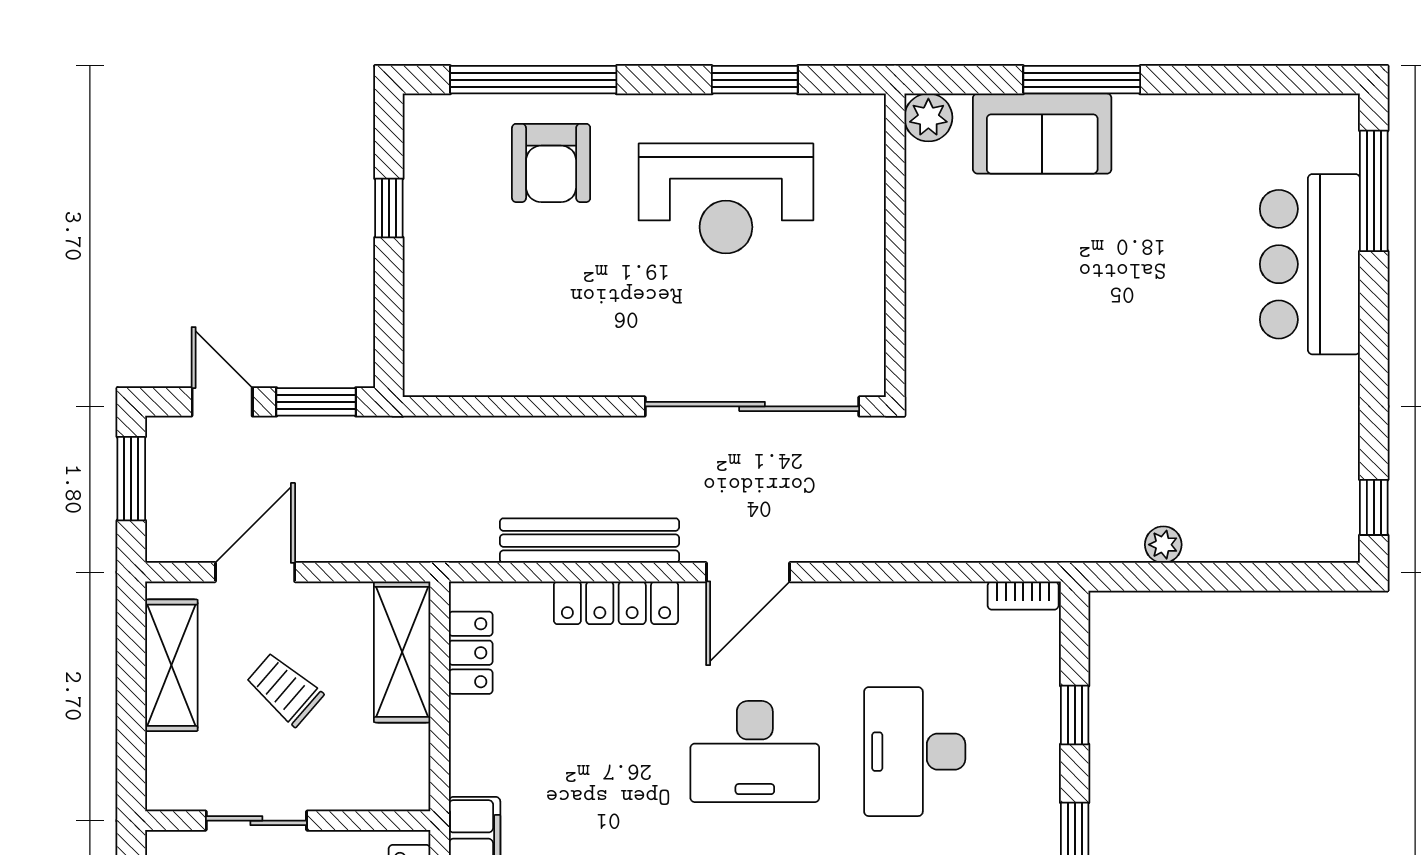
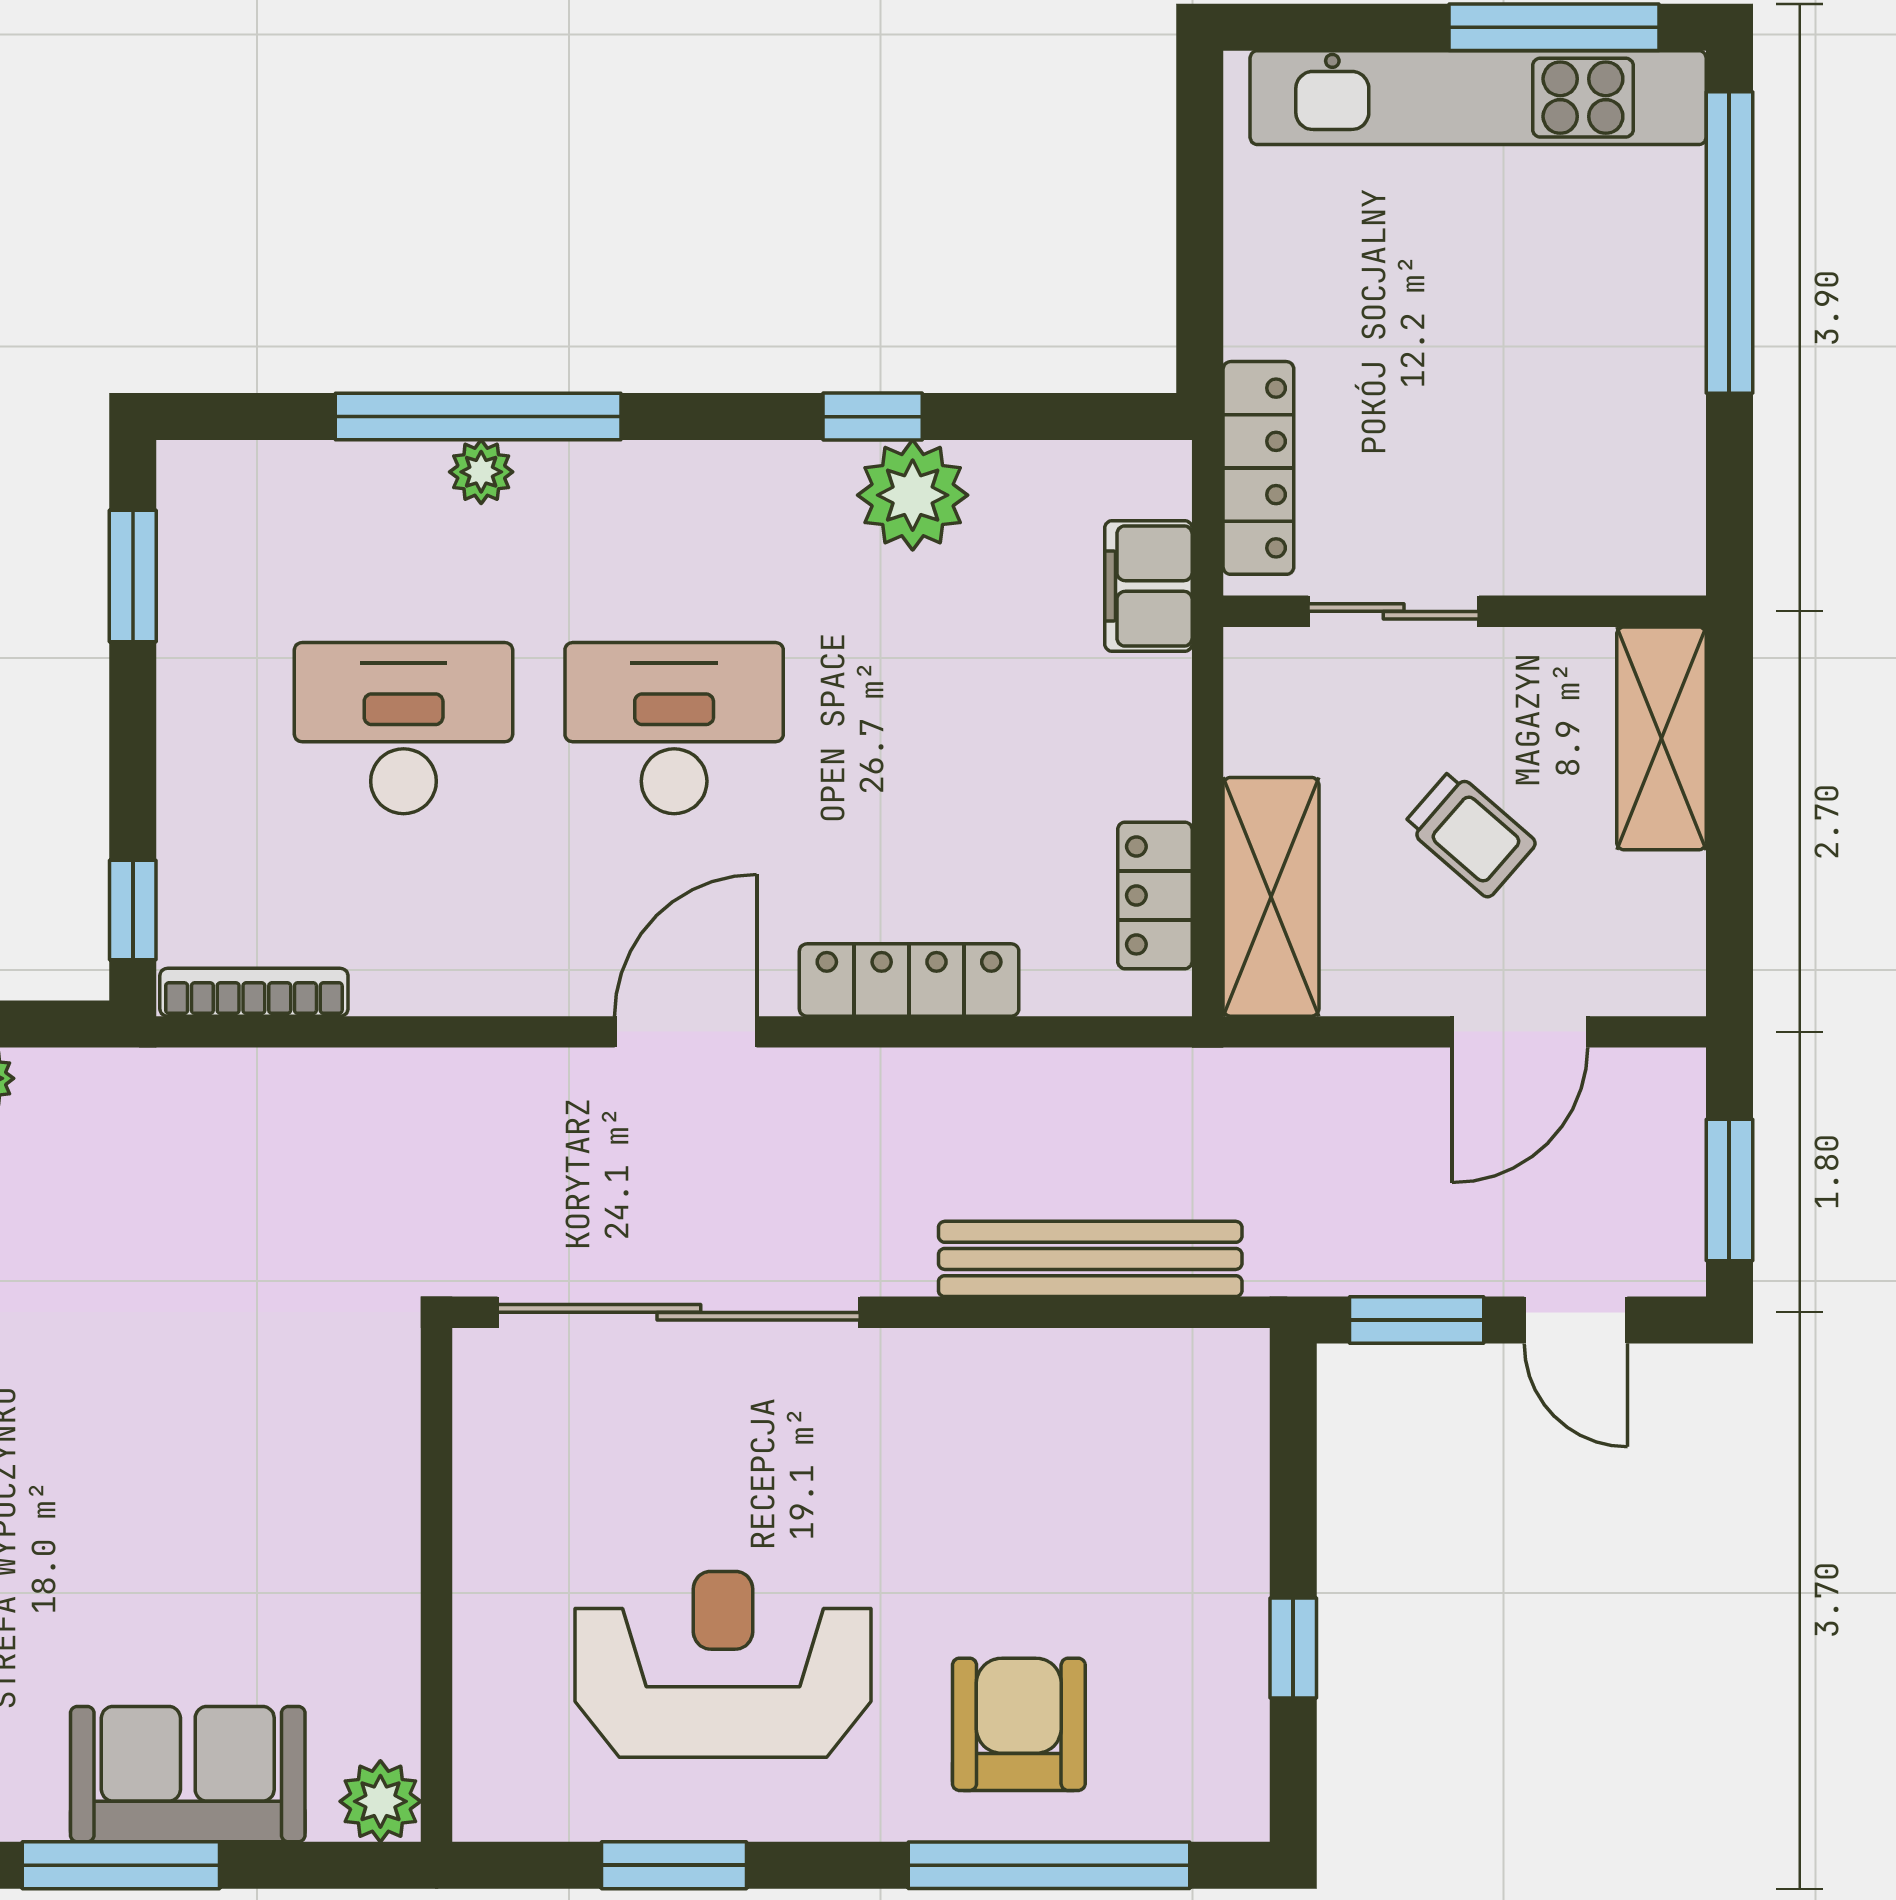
bench: (589, 541) -> (1090, 1259), moved
bookcase: (1023, 596) -> (254, 992), width x1.56
shelving: (171, 665) -> (1661, 738), moved
window: (1075, 715) -> (133, 910), moved
desk: (915, 752) -> (404, 728), turned -90
sliding door: (256, 821) -> (1394, 611), moved

